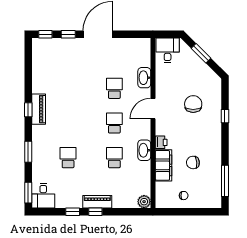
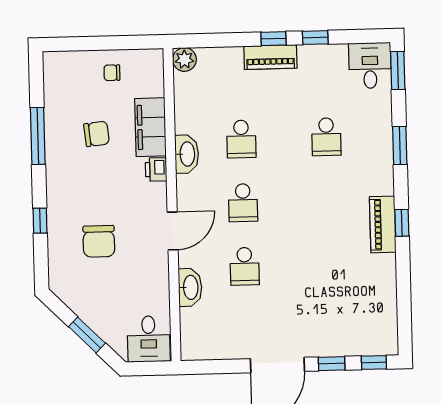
window: (225, 181) -> (38, 136), moved

